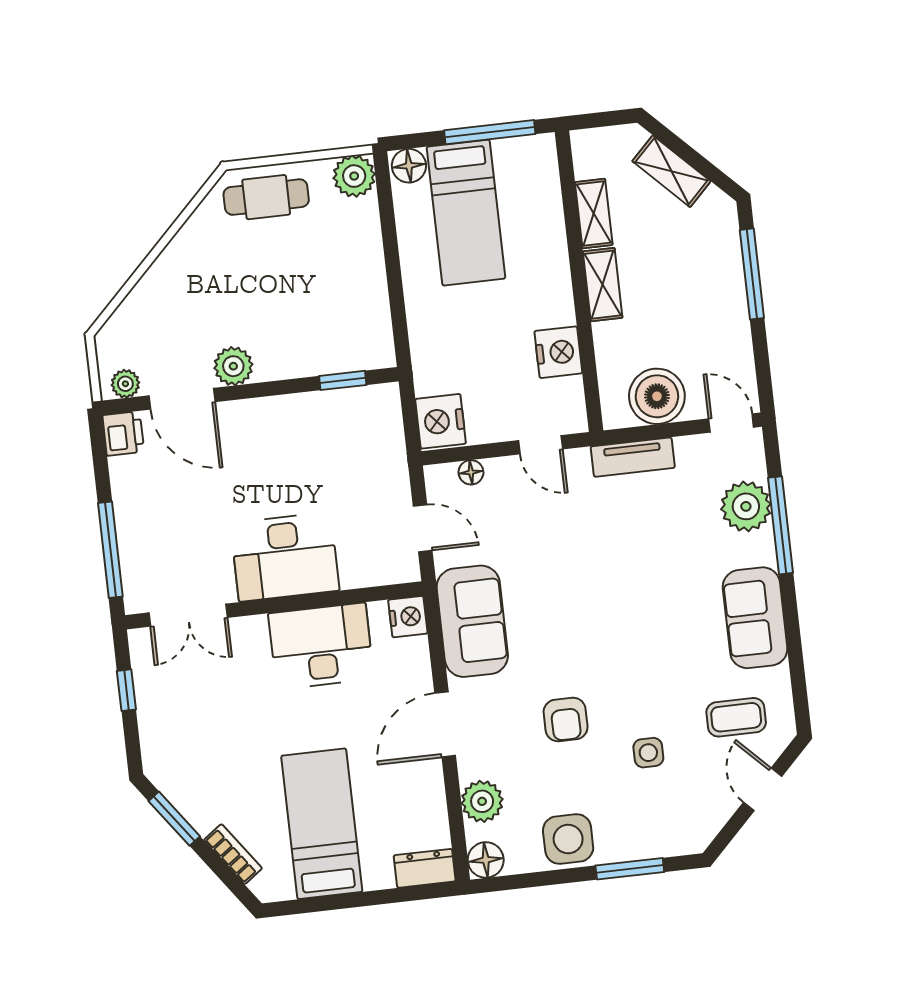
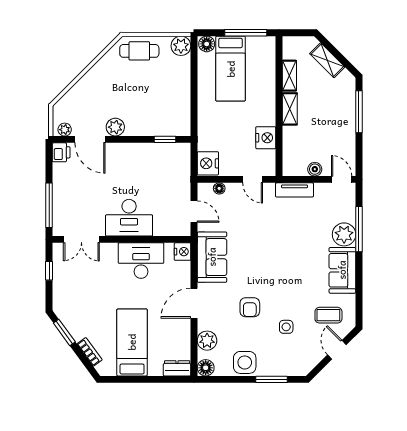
boiler: (657, 396) -> (315, 169), width x0.54, depth x0.54
plant: (746, 506) -> (344, 234), moved

